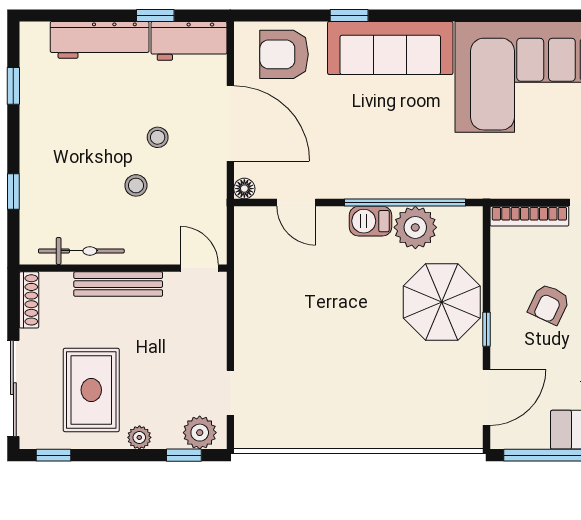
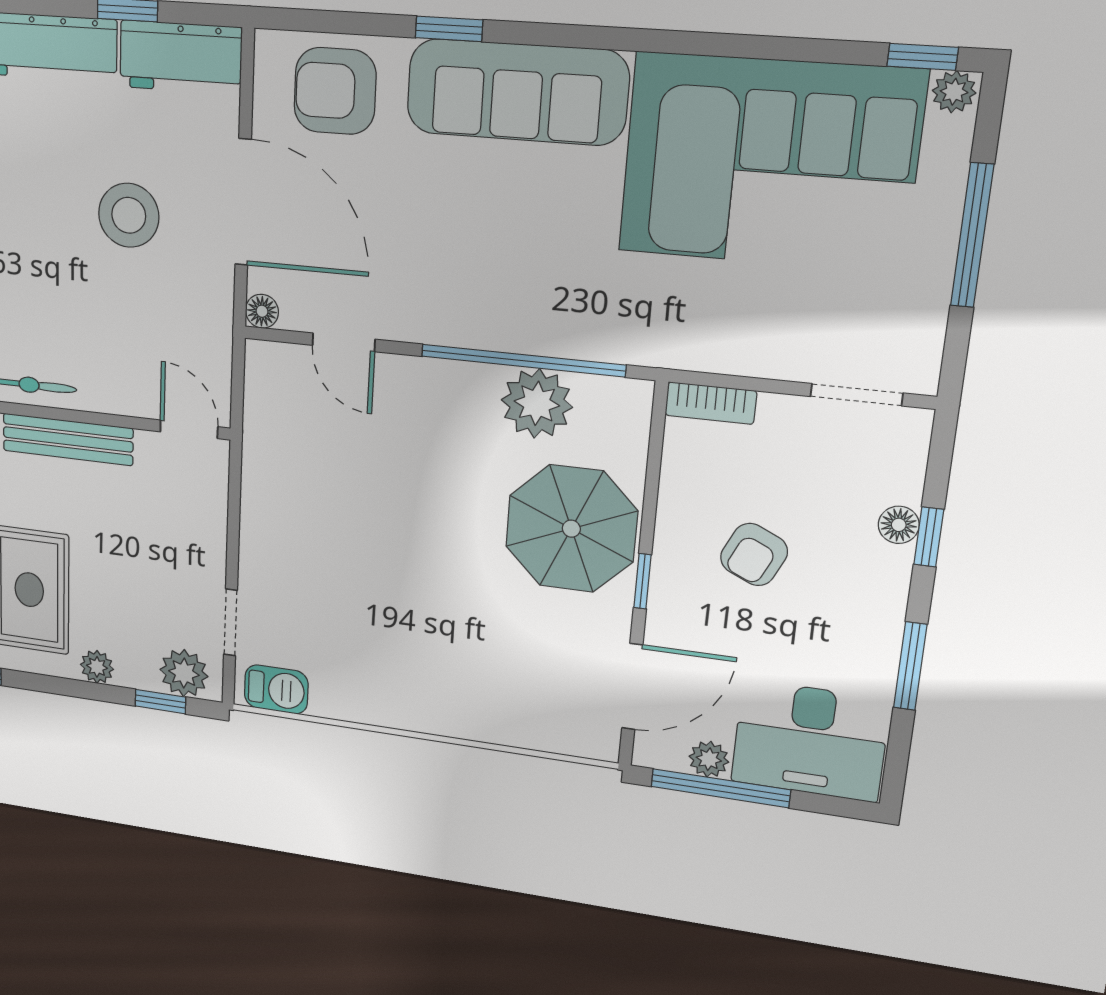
stool: (158, 137) -> (129, 215), width x1.89, depth x1.89
stool: (136, 185) -> (95, 290), removed
bookcase: (529, 216) -> (711, 403), width x0.64
barbecue: (370, 221) -> (276, 689), moved, turned 180
plant: (536, 437) -> (709, 759), added

